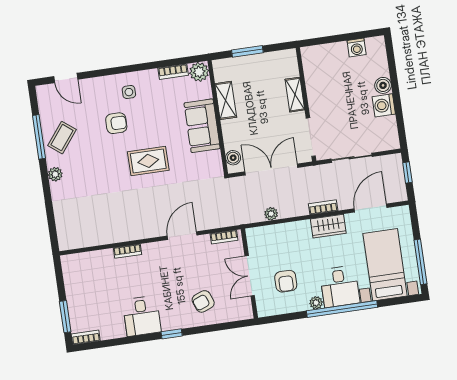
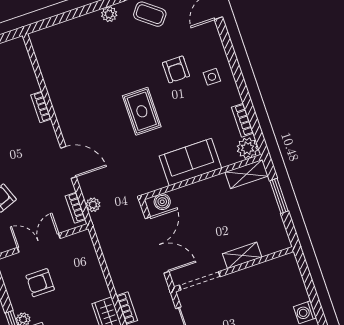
shelving: (226, 100) -> (247, 174), moved
plant: (271, 214) -> (93, 205), moved

